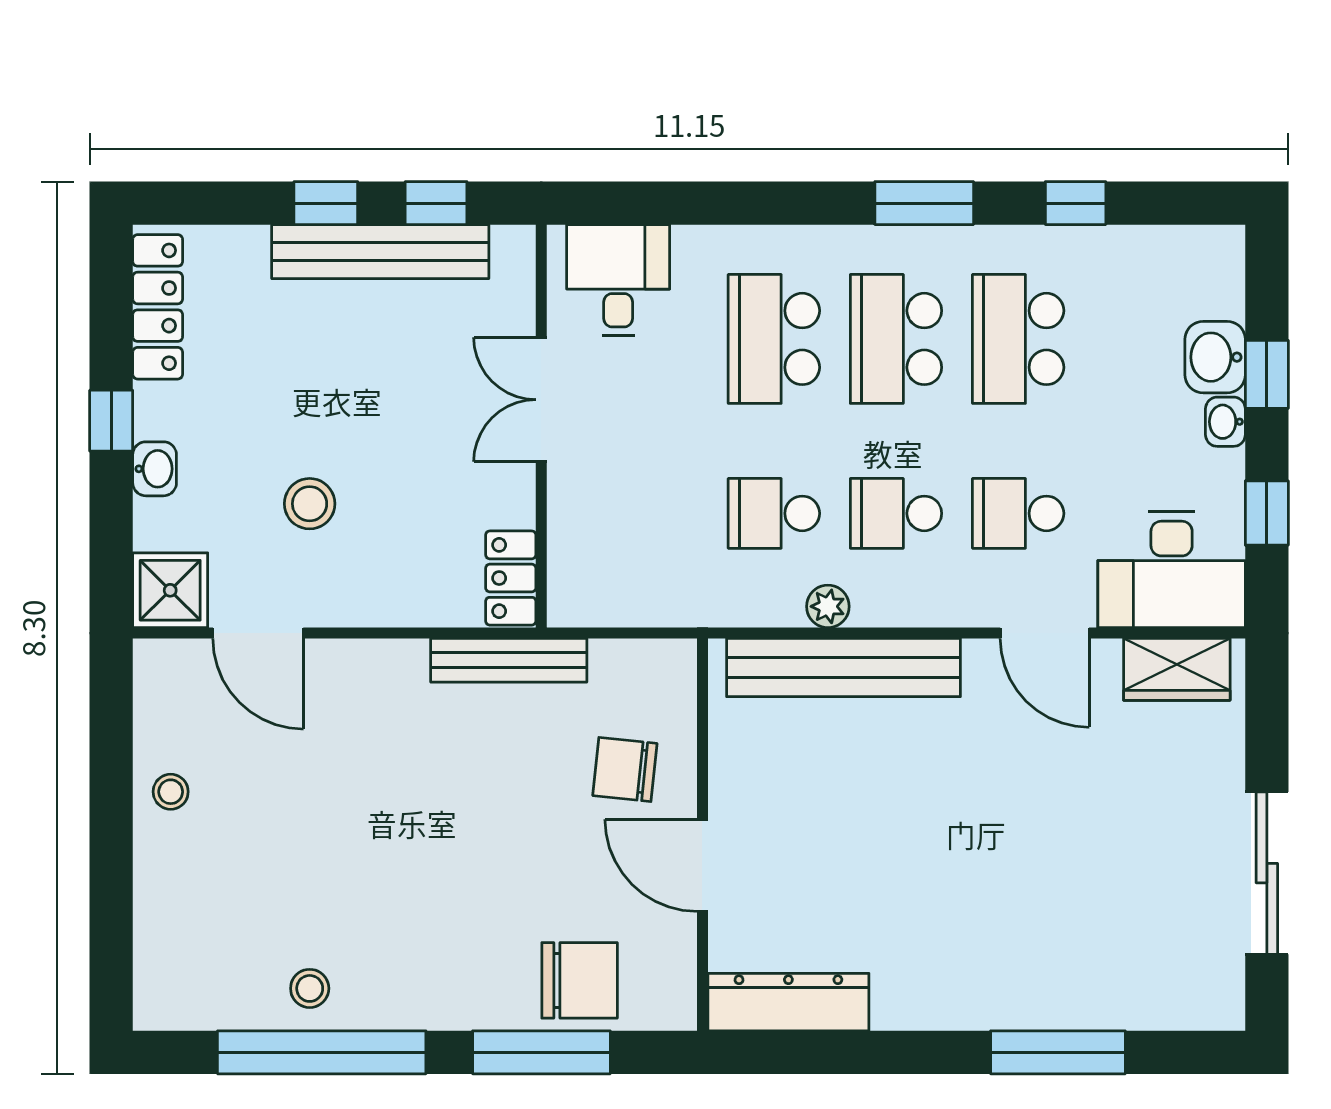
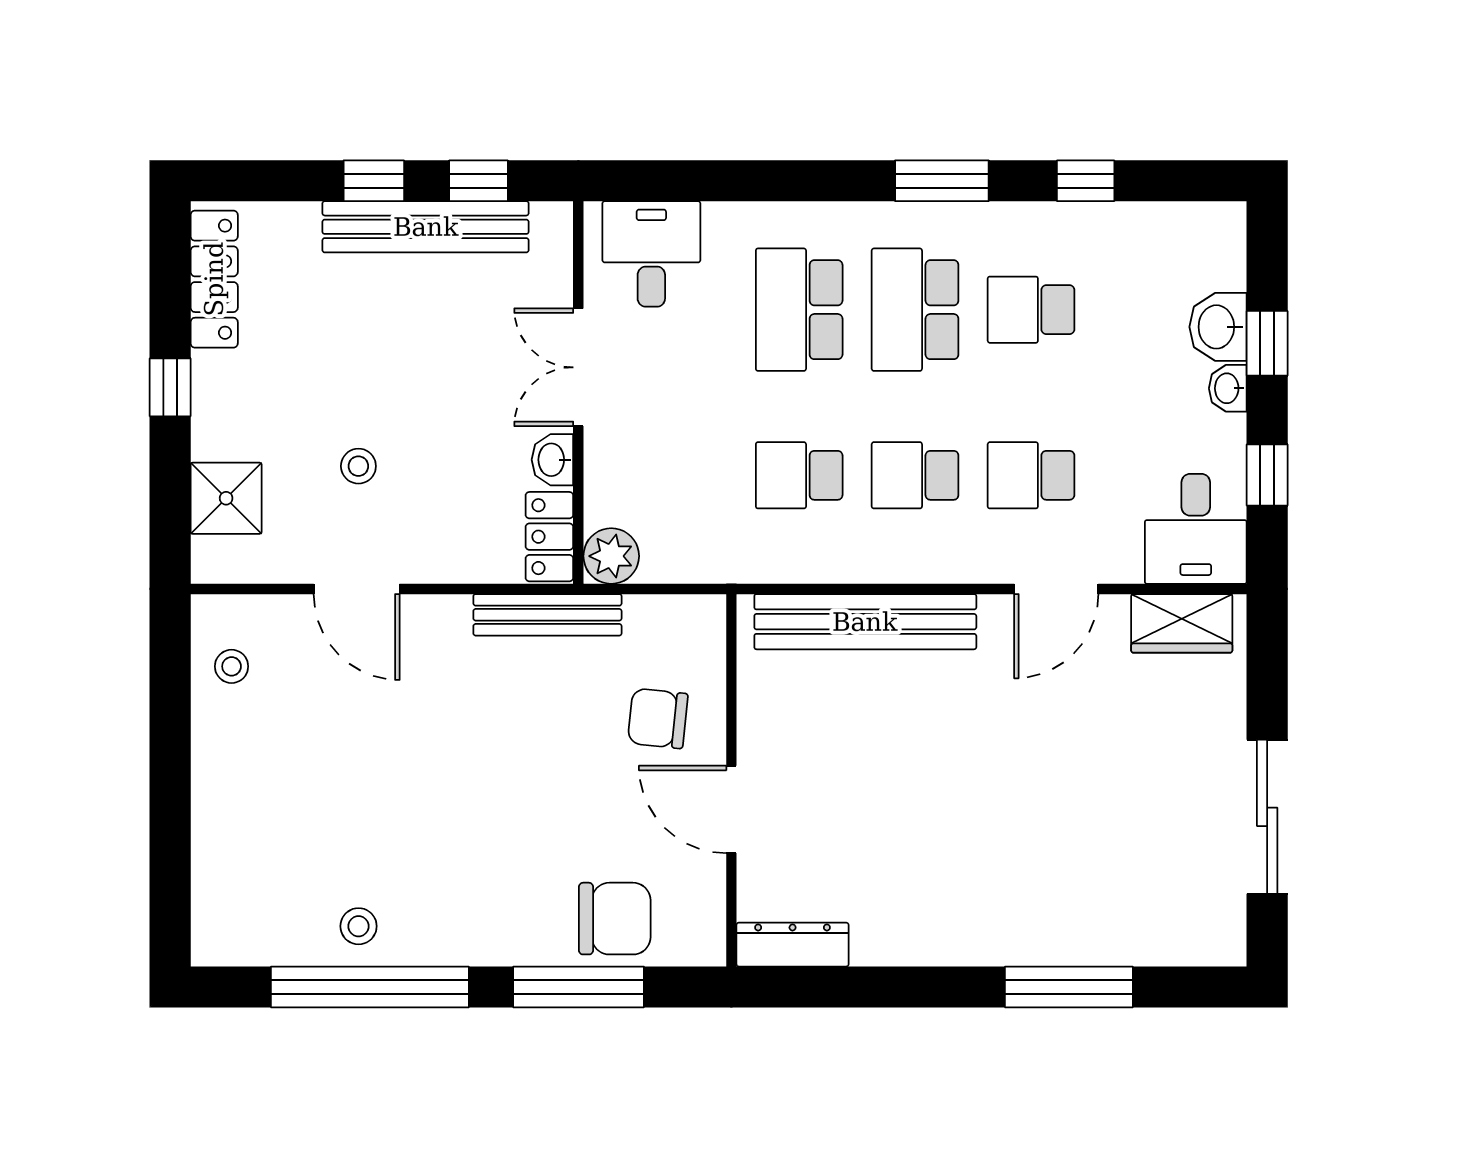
school desk: (1018, 339) -> (1031, 310), width x0.54
washbasin: (155, 469) -> (552, 460), moved, turned 180
stool: (310, 504) -> (358, 466), width x0.73, depth x0.73
desk: (1172, 570) -> (1196, 529), width x0.73
shower: (170, 590) -> (226, 498), moved
plant: (828, 606) -> (611, 556), moved, width x1.38, depth x1.38
door: (258, 633) -> (357, 589), moved
door: (1045, 633) -> (1056, 589), hinge flipped
stool: (171, 792) -> (232, 666), moved
dresser: (788, 1002) -> (793, 945), width x0.73, depth x0.80

